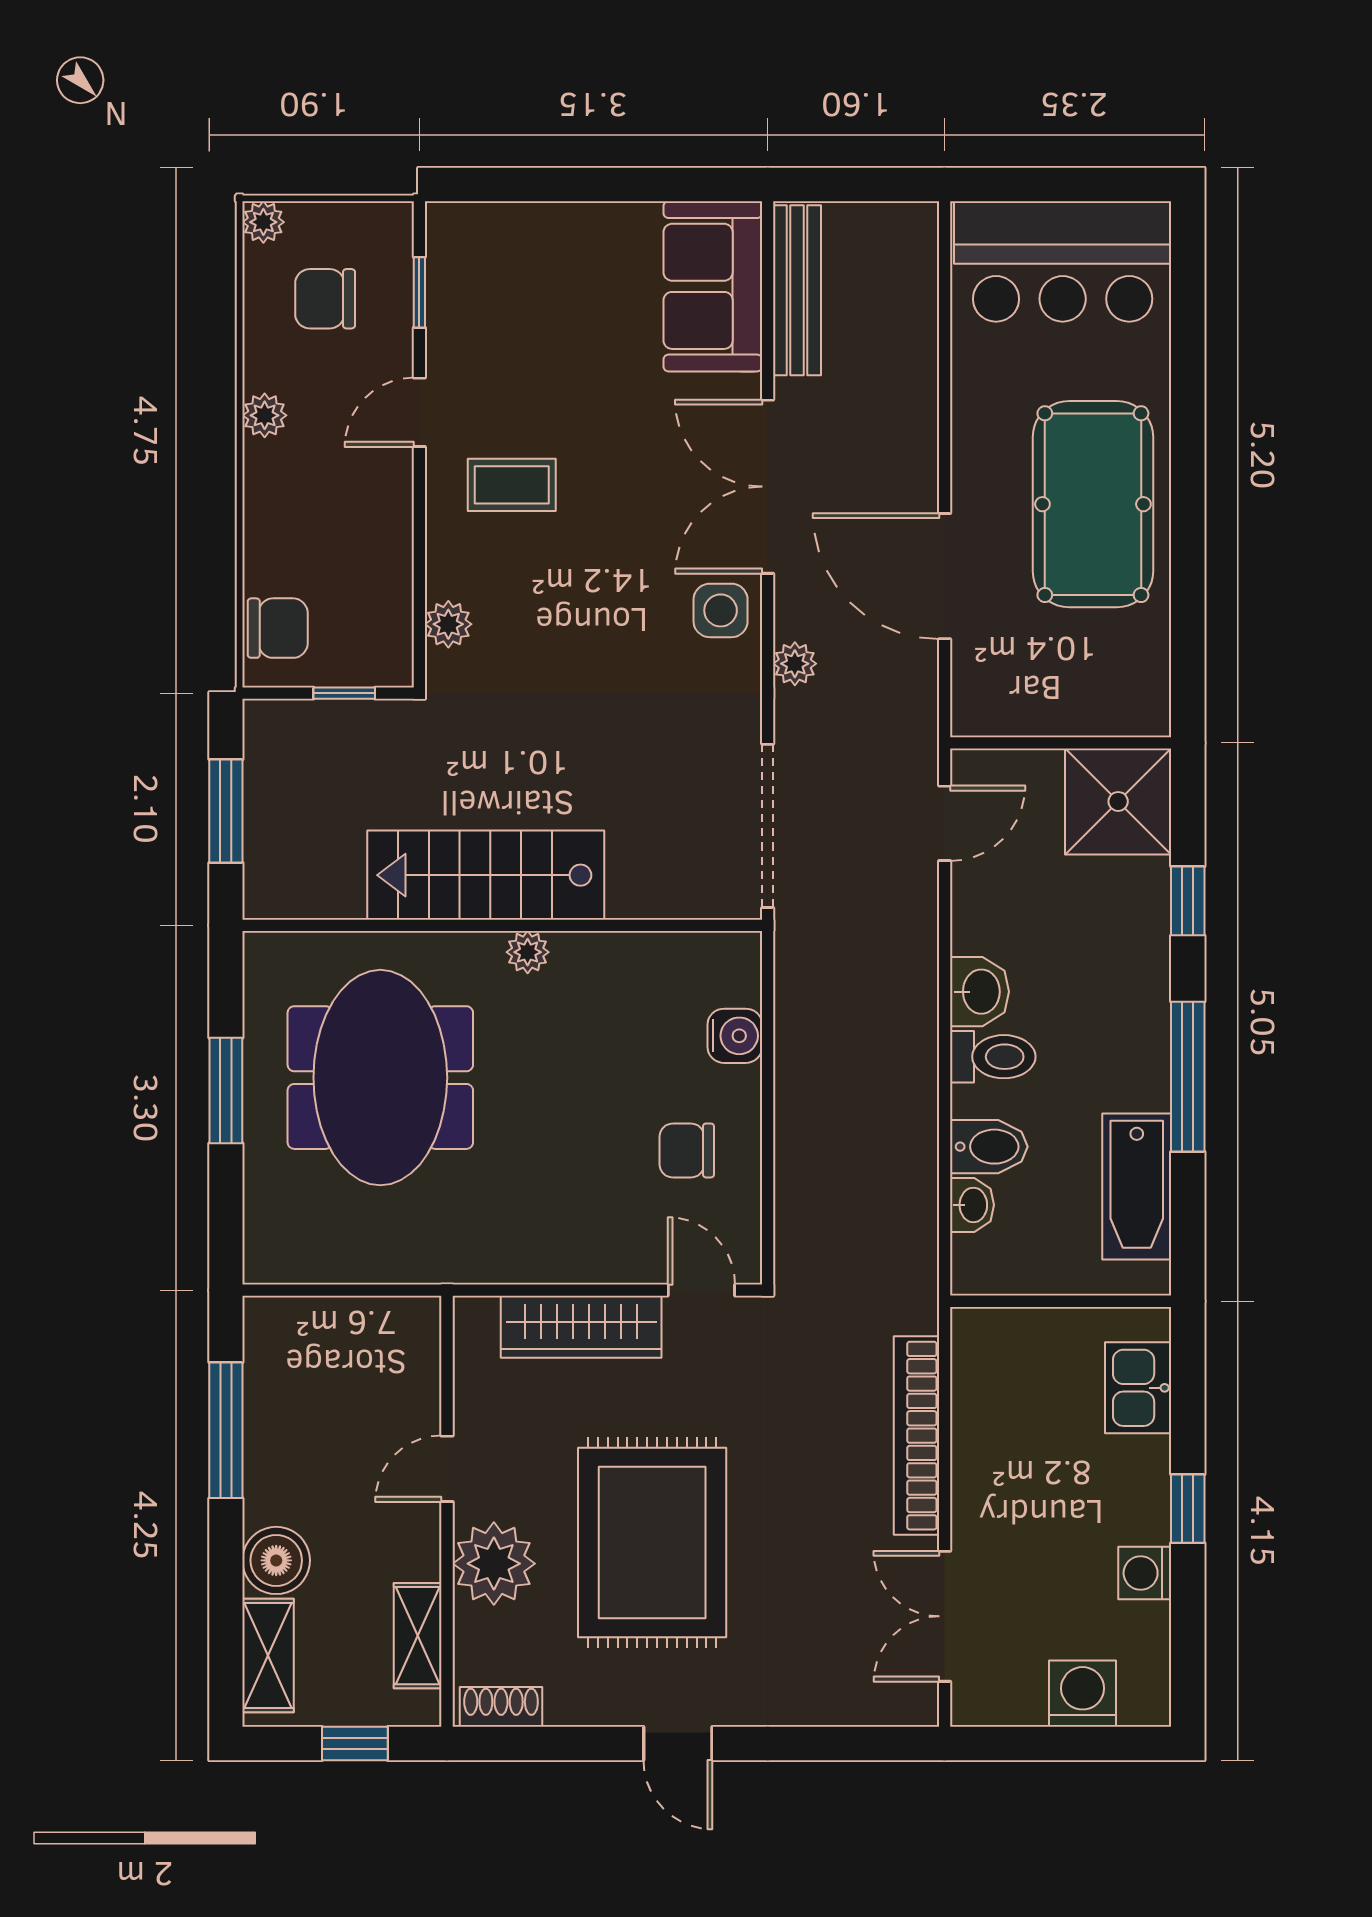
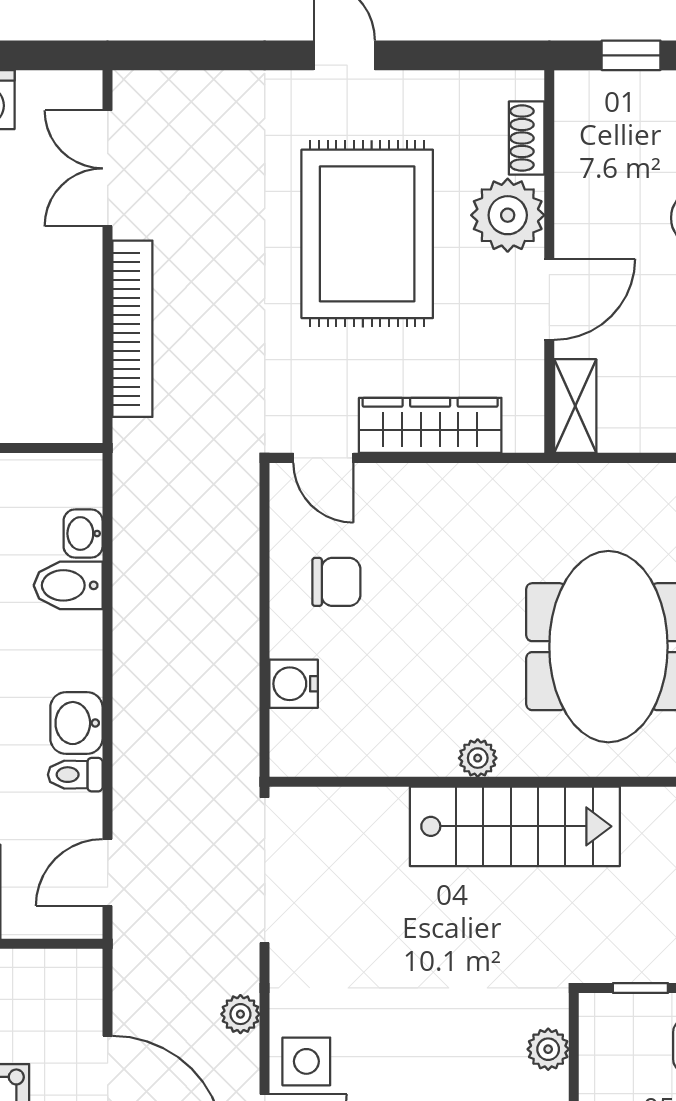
toilet: (993, 1057) -> (75, 775), moved, width x0.73, depth x0.72
door: (447, 1469) -> (549, 299), width x1.38
double door: (945, 1616) -> (108, 168), swing flipped
shelving: (418, 1636) -> (575, 406), moved
shoe rack: (501, 1707) -> (527, 138), moved, turned 90

